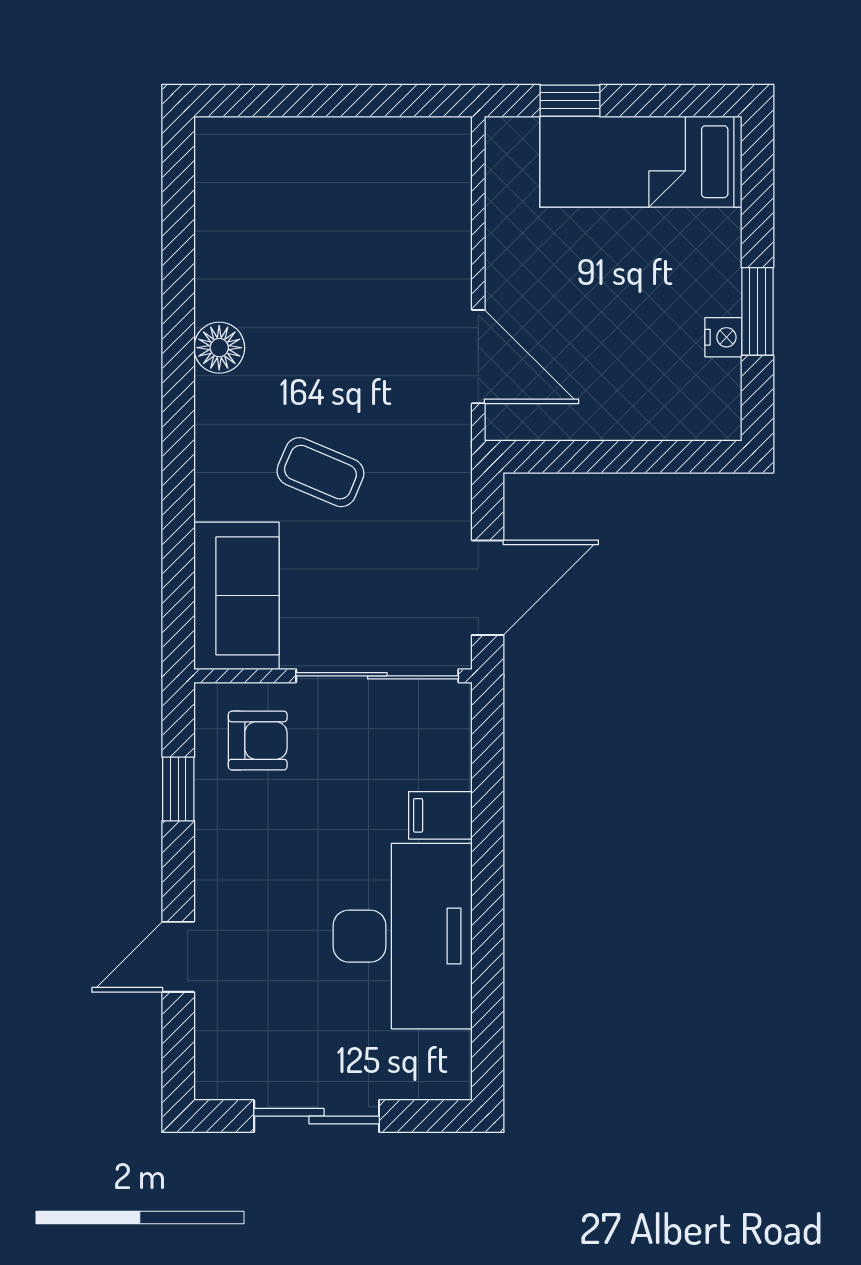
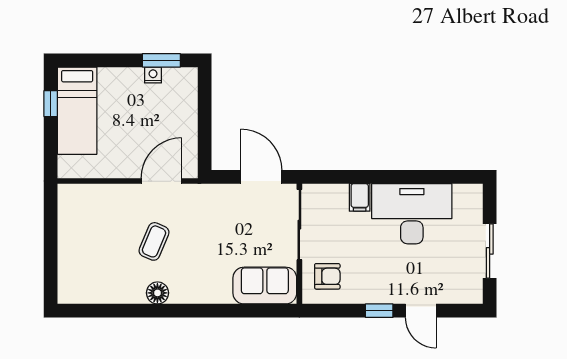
window: (570, 101) -> (51, 104), moved
window: (758, 311) -> (161, 60), moved
coffee table: (320, 472) -> (154, 241), moved
armchair: (258, 741) -> (327, 276), turned 90
window: (178, 789) -> (379, 311), moved

